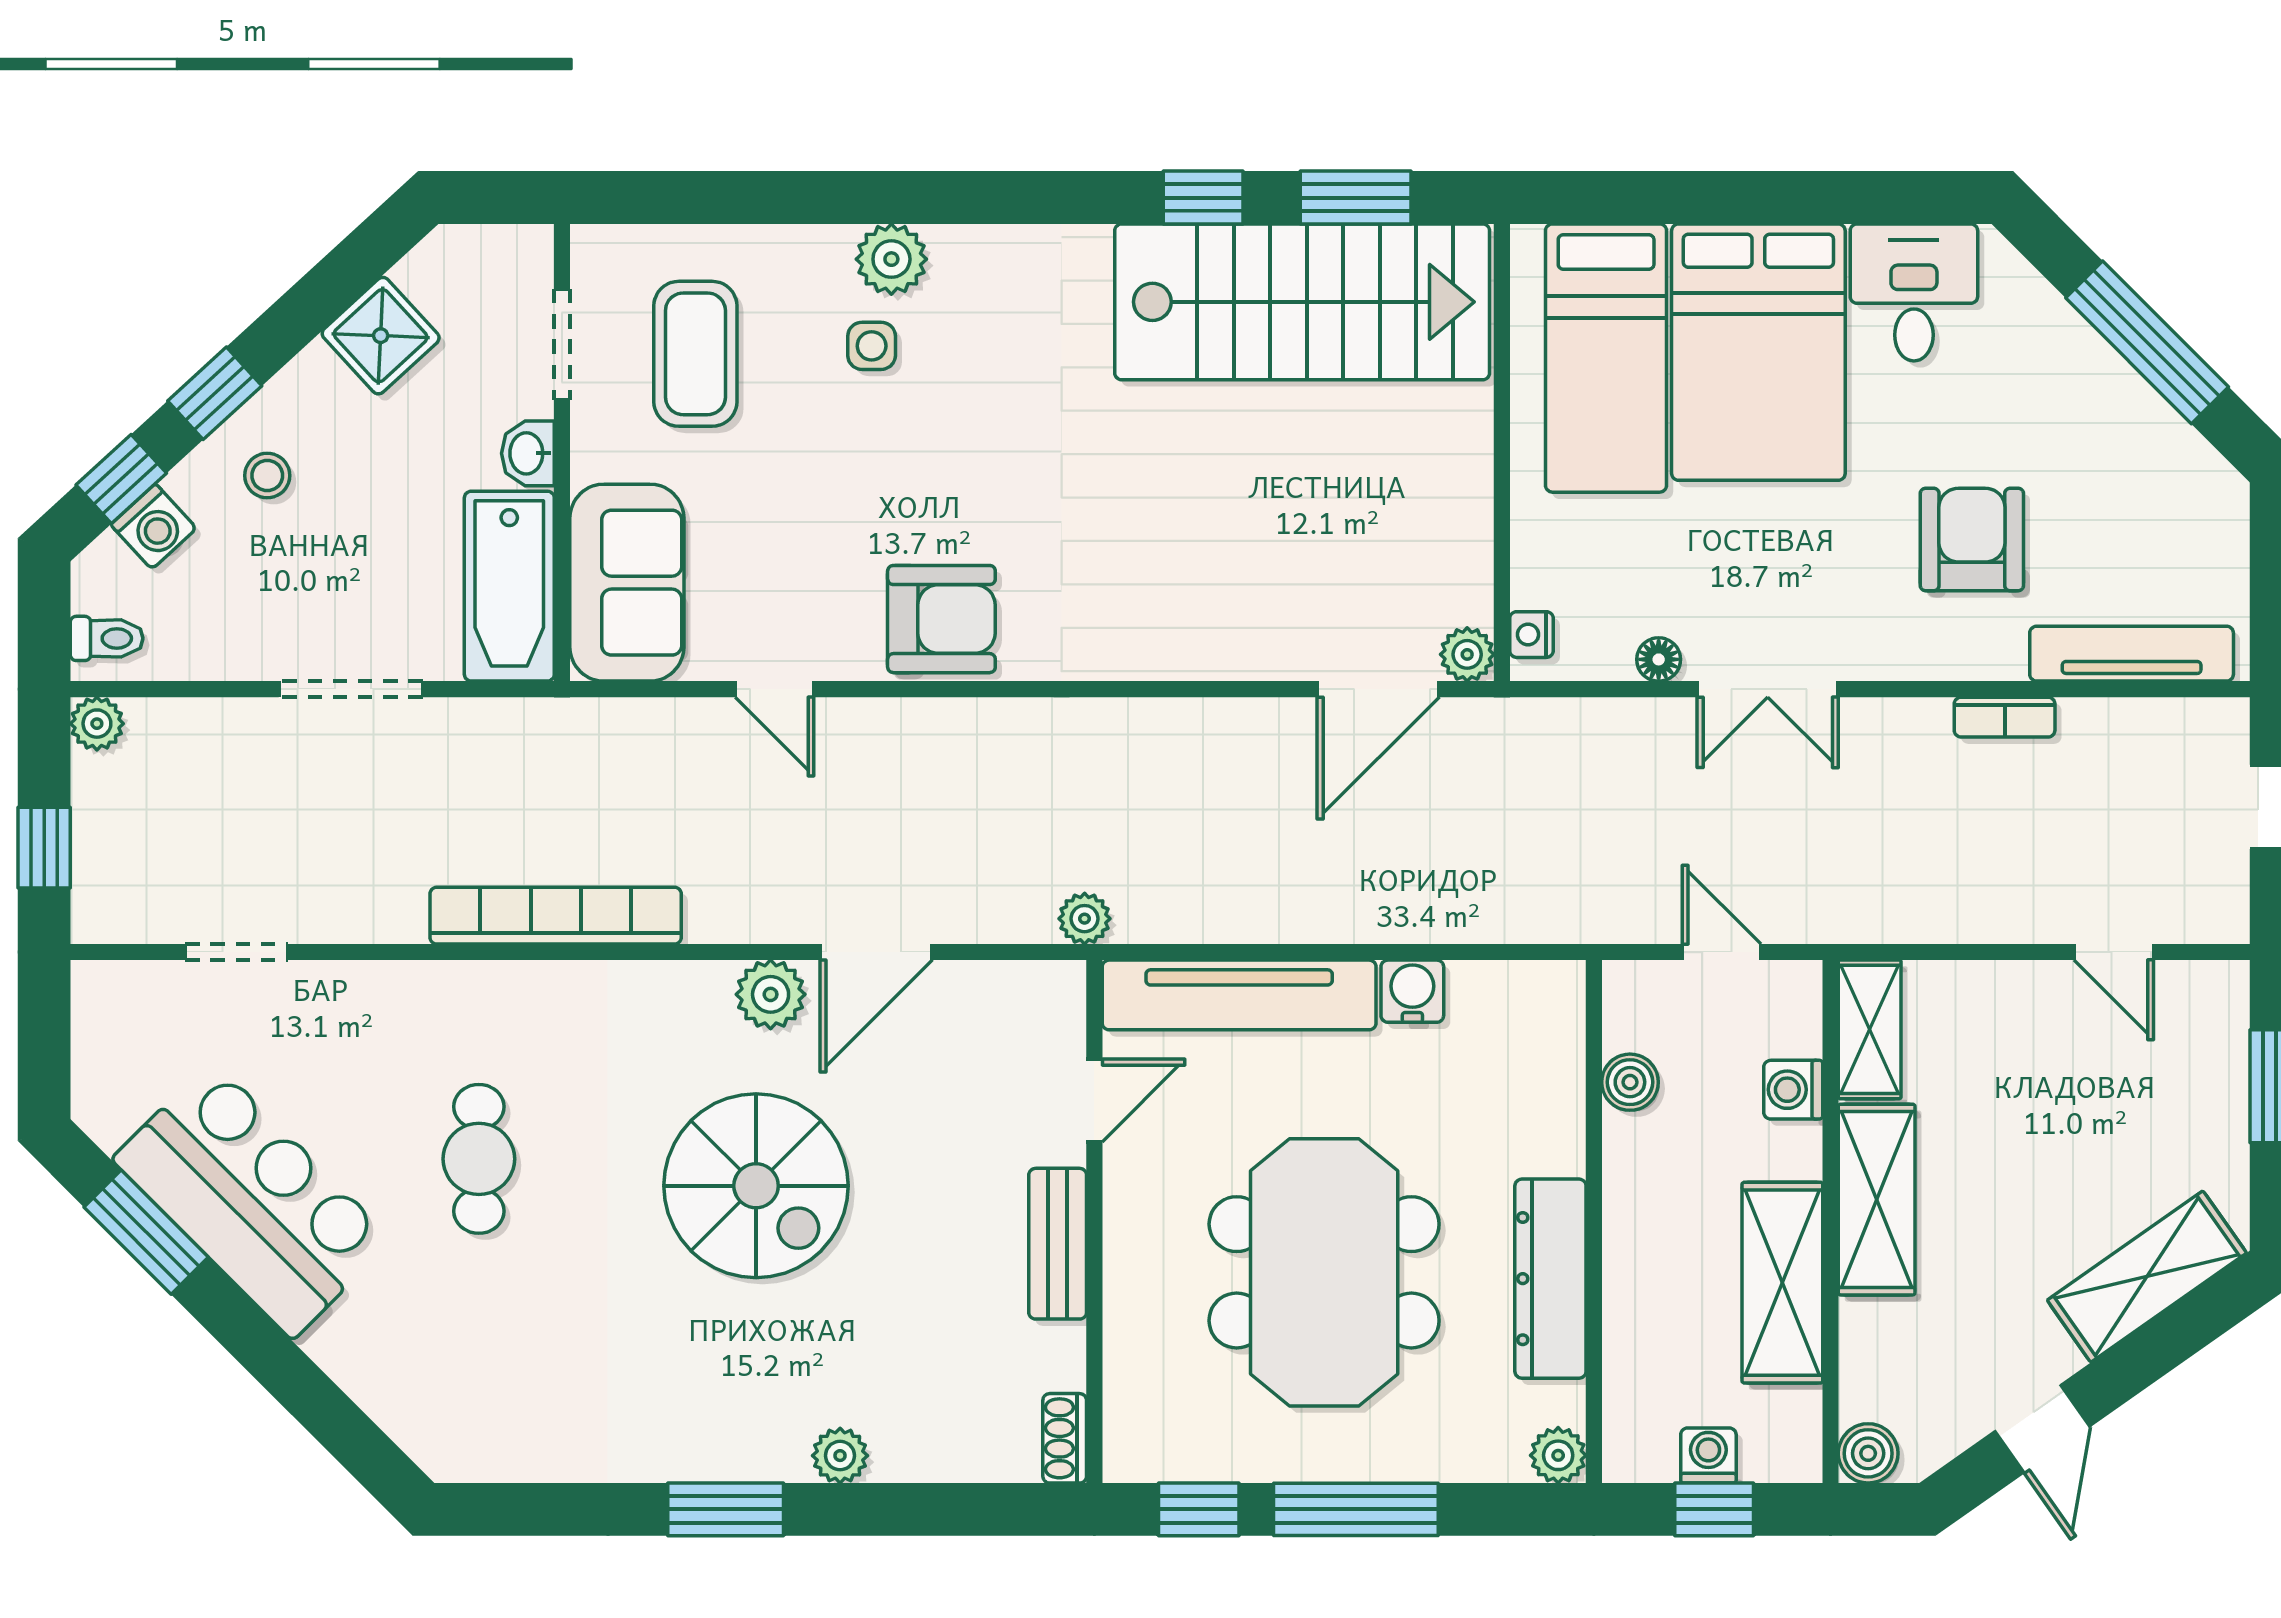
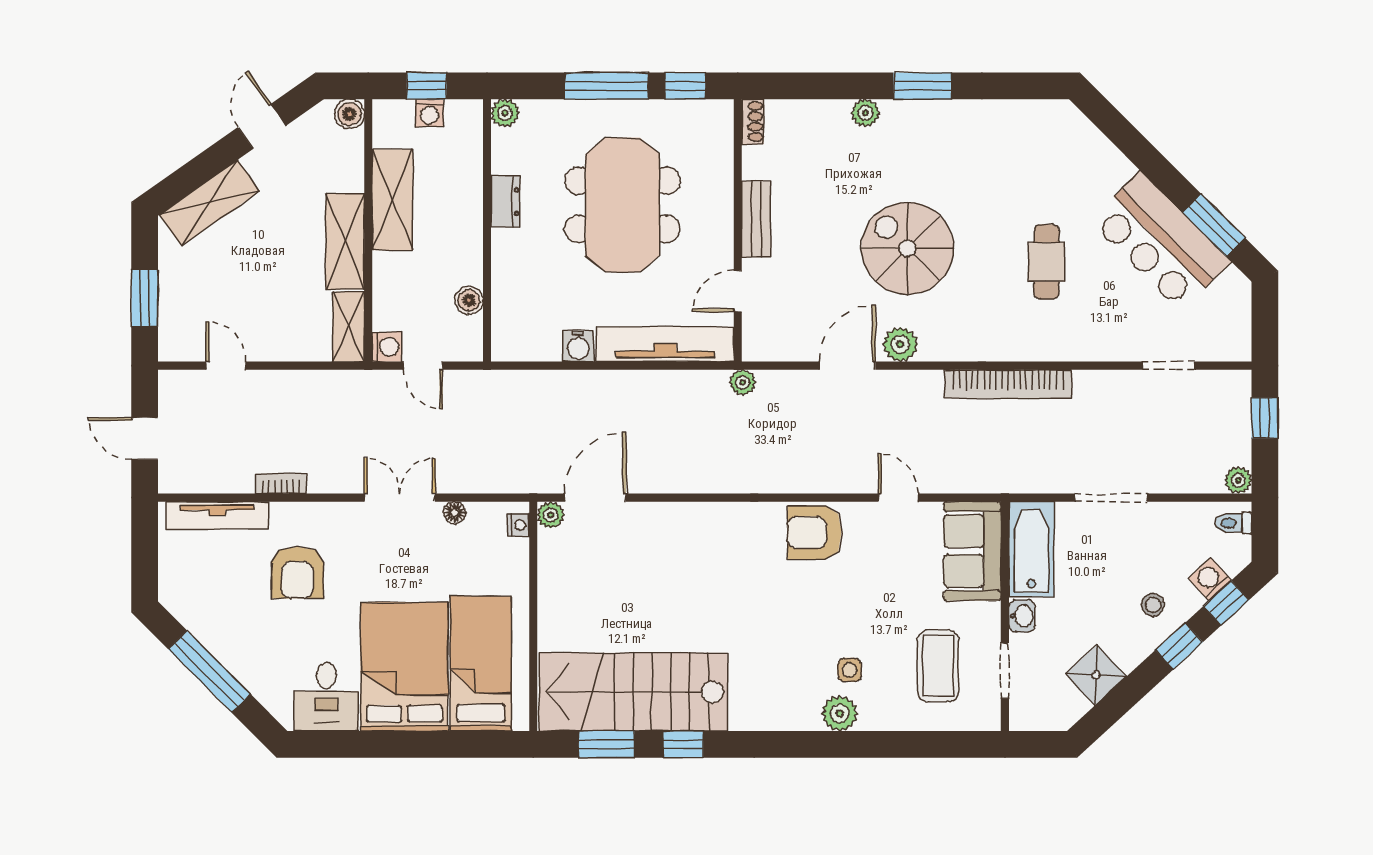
washing machine: (1793, 1090) -> (387, 347), moved
dresser: (1550, 1279) -> (505, 202), width x0.51, depth x0.80

